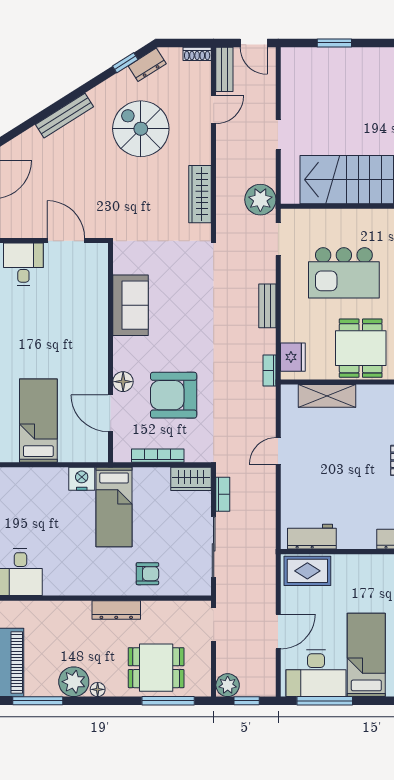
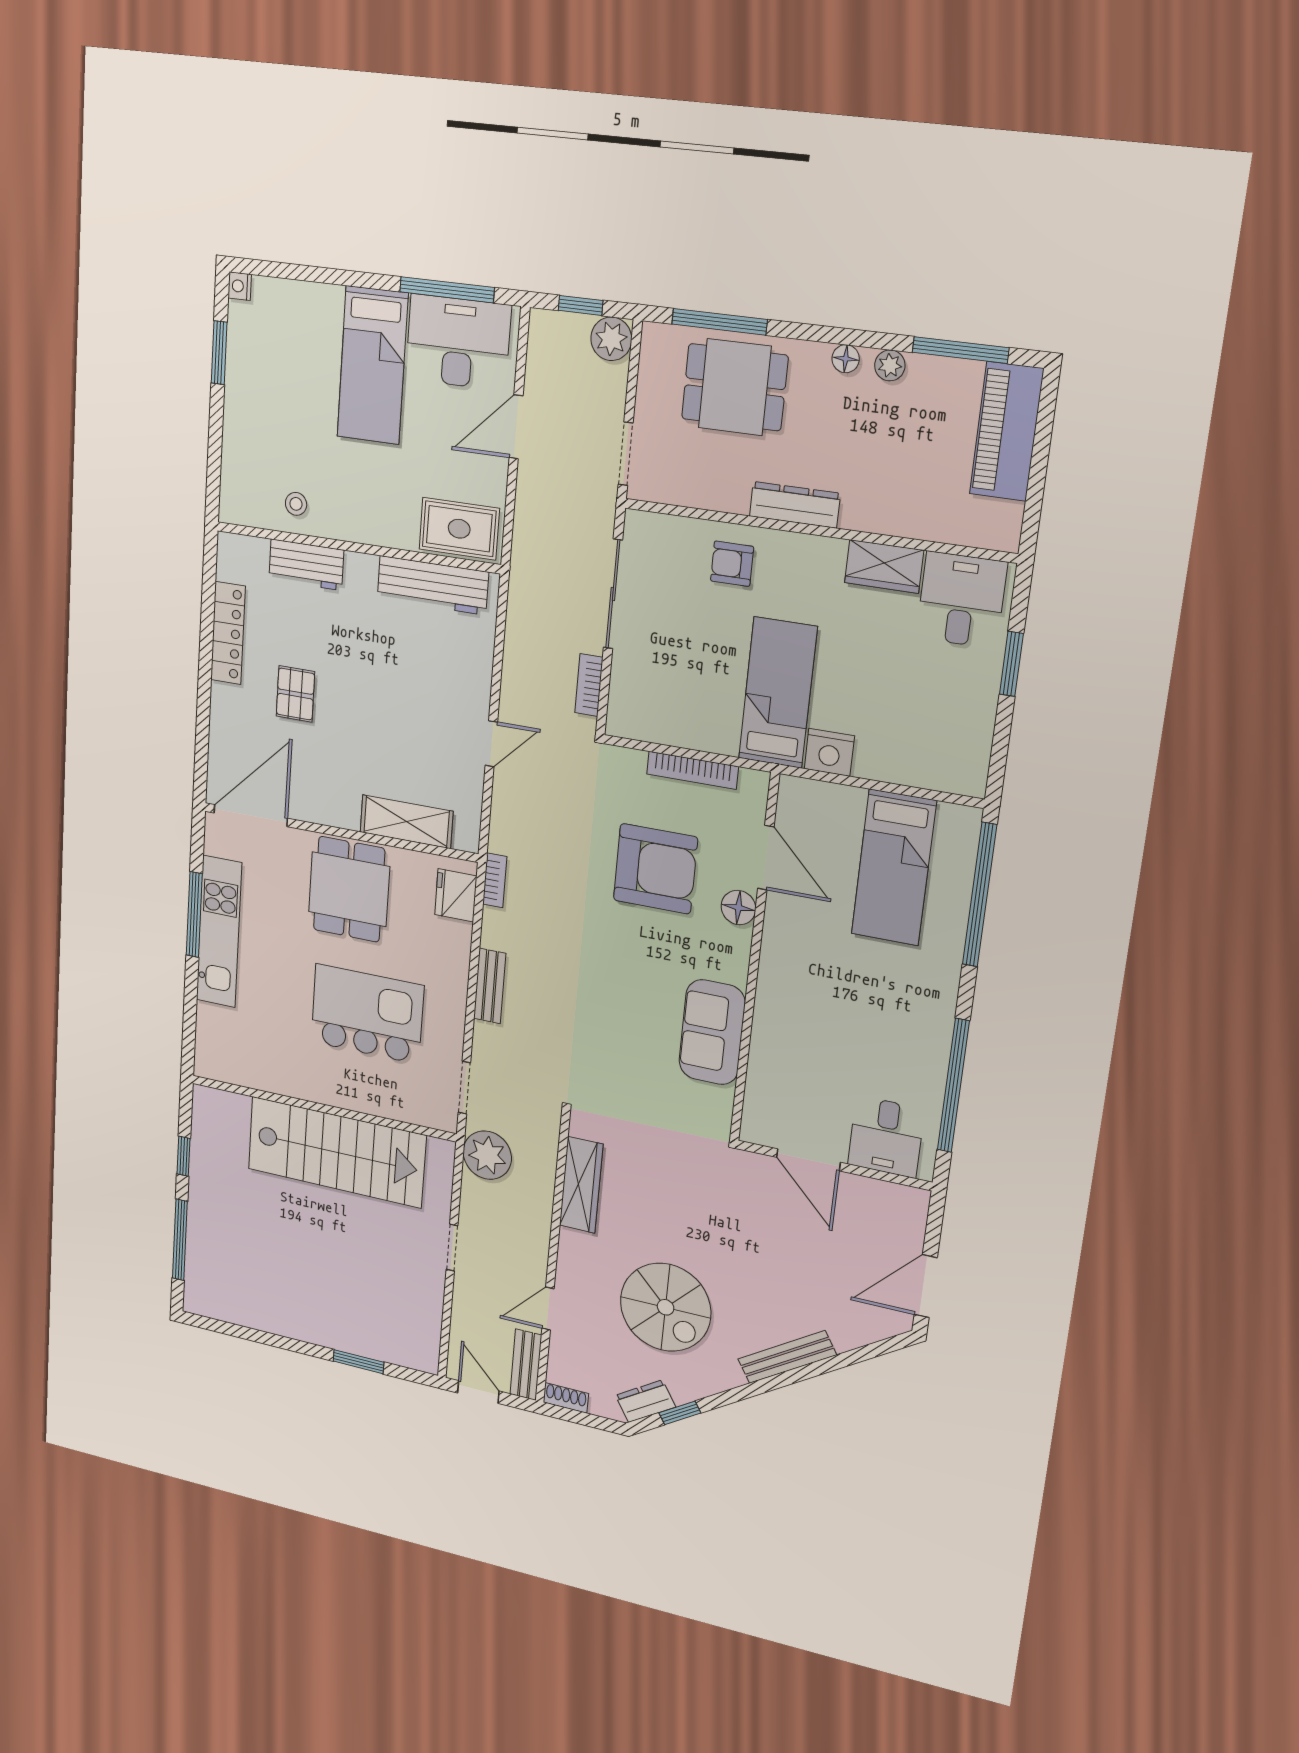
wardrobe: (191, 479) -> (884, 566), moved, turned 180
workbench: (312, 537) -> (433, 585), width x1.38
plant: (74, 682) -> (890, 365), width x0.53, depth x0.53

